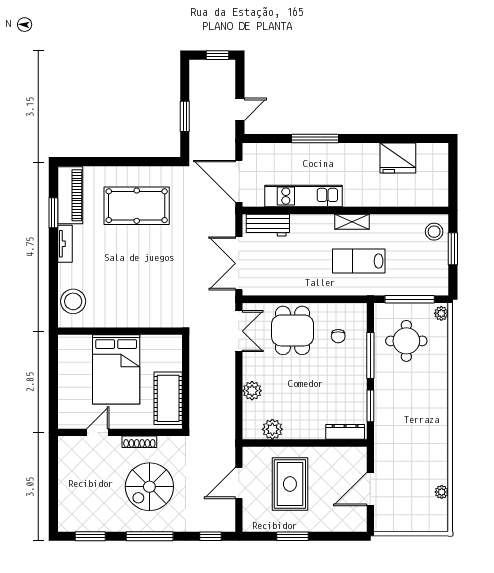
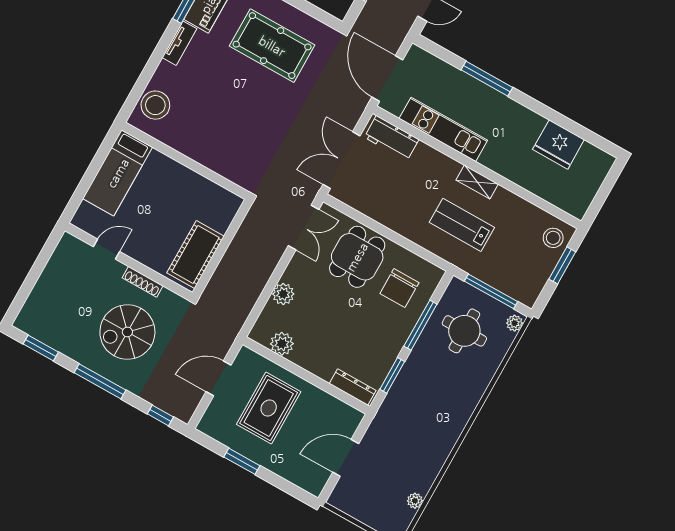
chair: (338, 336) -> (399, 288), width x1.87, depth x1.87
bed: (116, 369) -> (118, 173), moved, width x0.67

